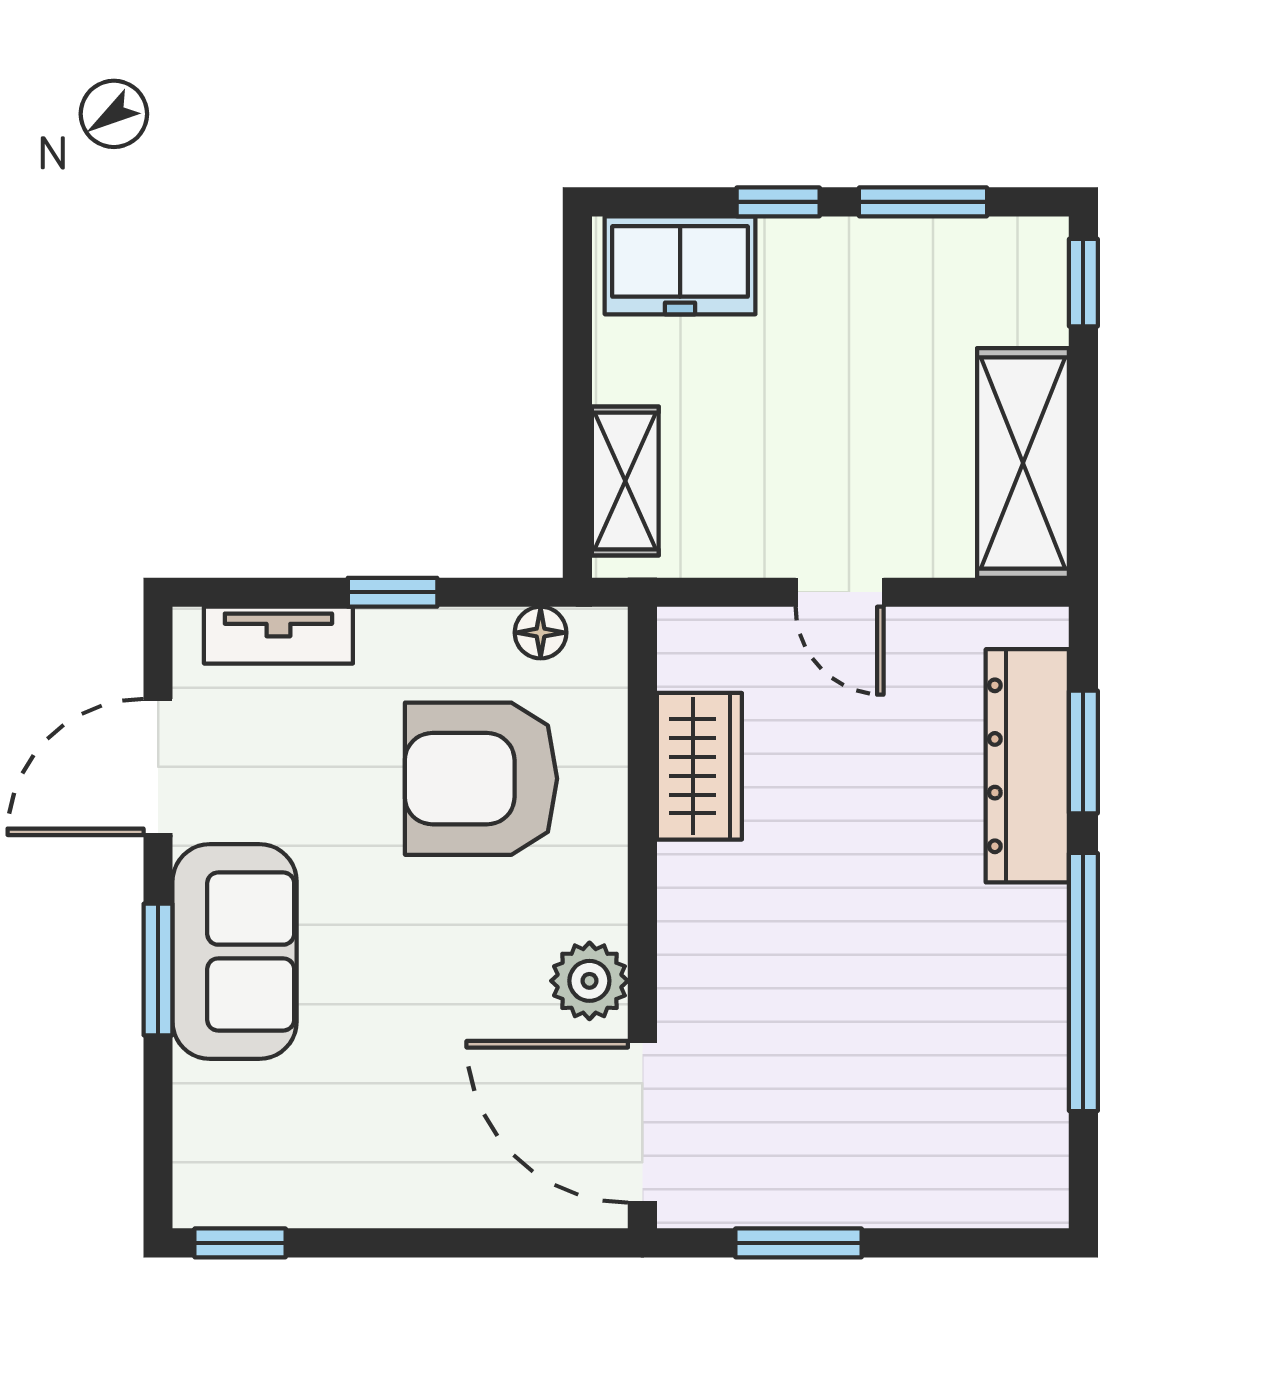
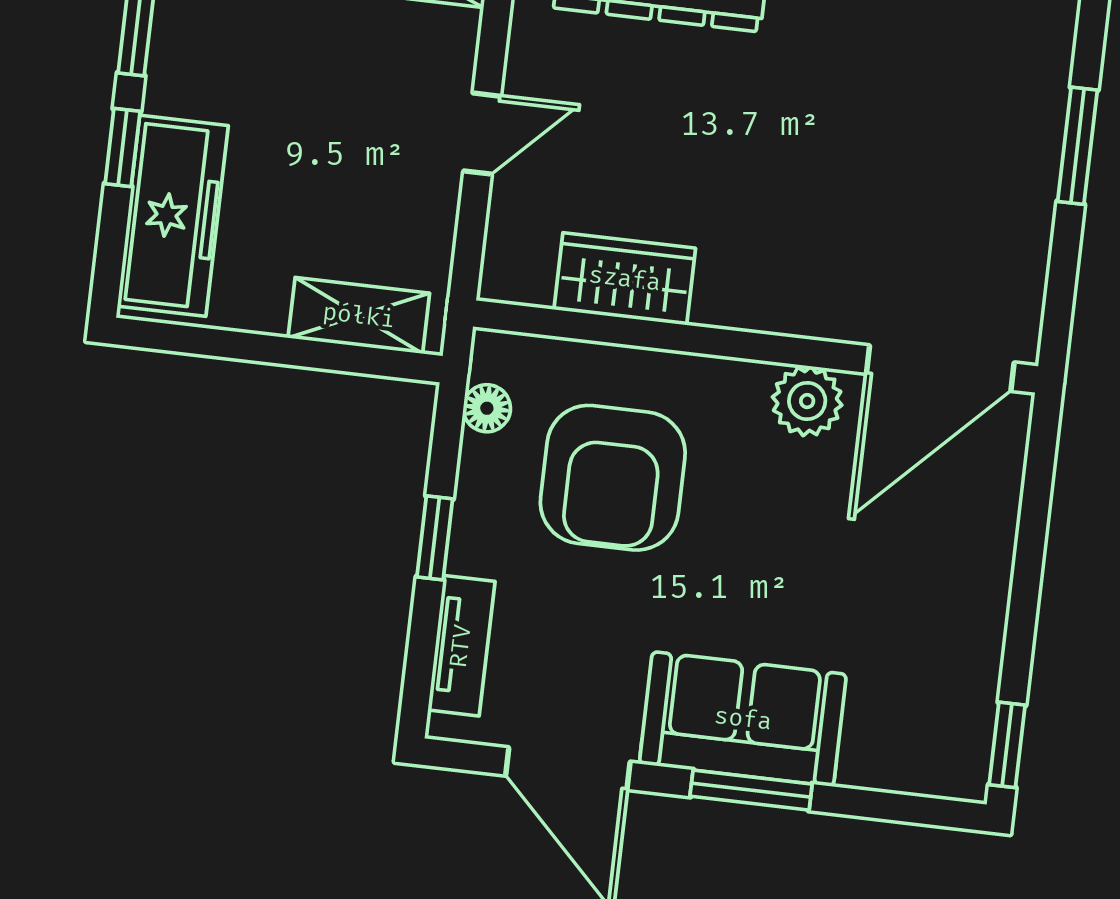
freezer: (680, 265) -> (173, 216), width x1.40
window: (799, 1243) -> (1077, 146), moved

